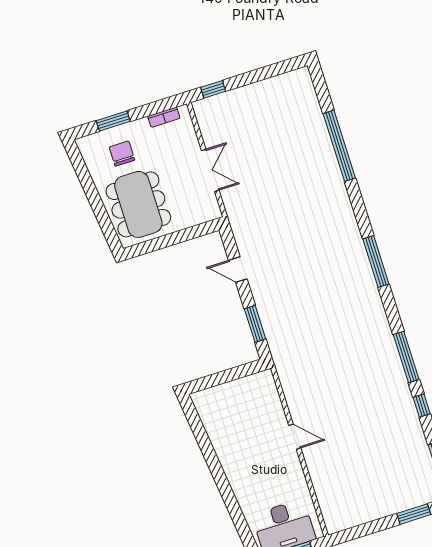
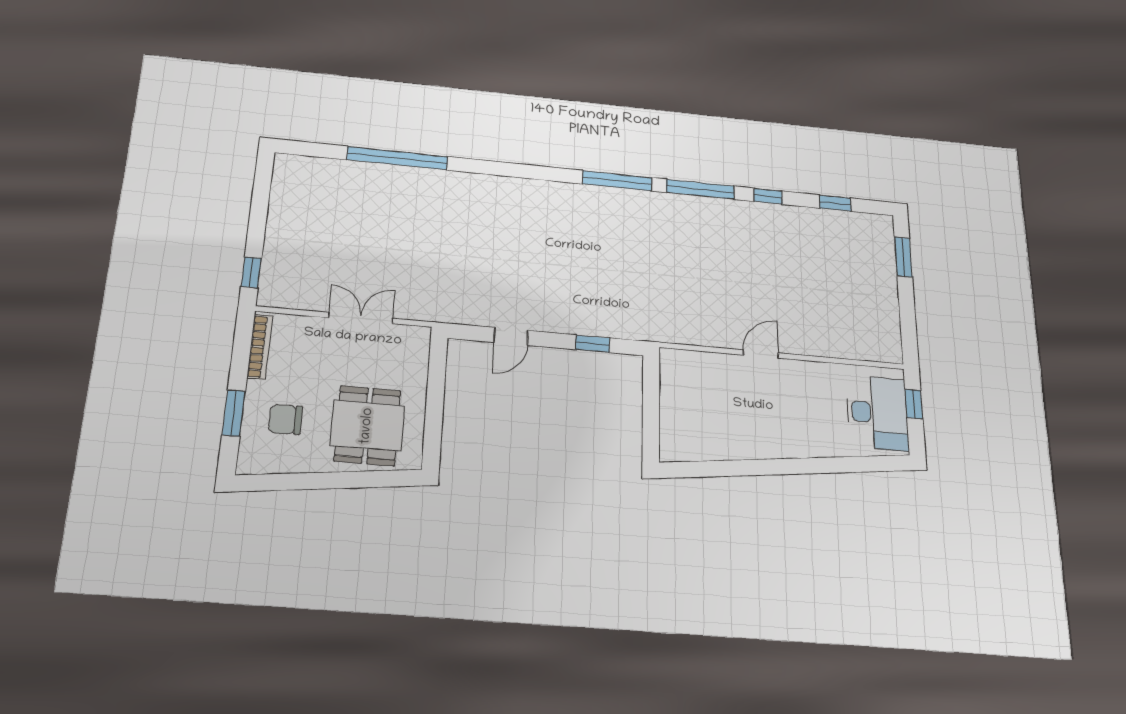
bookcase: (164, 117) -> (260, 347), width x1.56
dining table: (138, 204) -> (367, 426), width x0.73
window: (376, 262) -> (617, 181), moved
window: (255, 324) -> (593, 344), width x0.67

